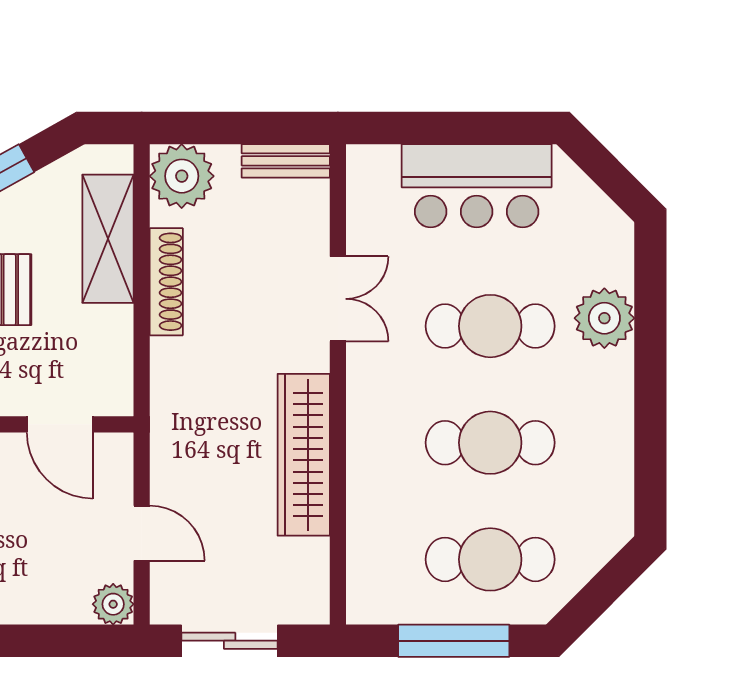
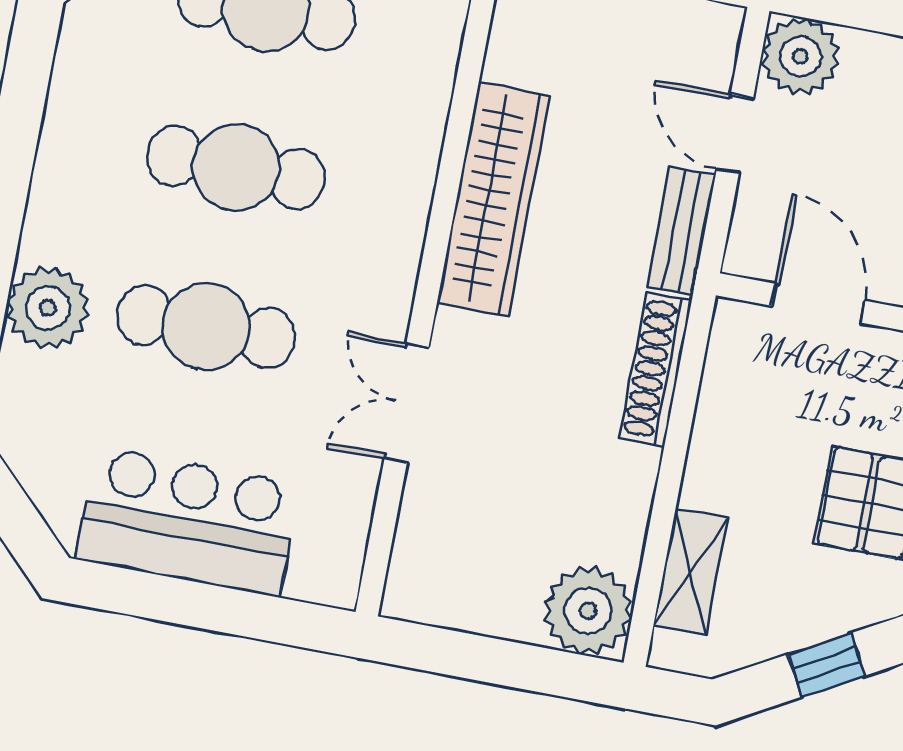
bench: (286, 161) -> (681, 232), moved, turned 90
shelving: (108, 239) -> (691, 572), width x0.67, depth x0.75
shoe rack: (166, 282) -> (656, 369), moved
plant: (113, 604) -> (800, 56), width x1.36, depth x1.36

